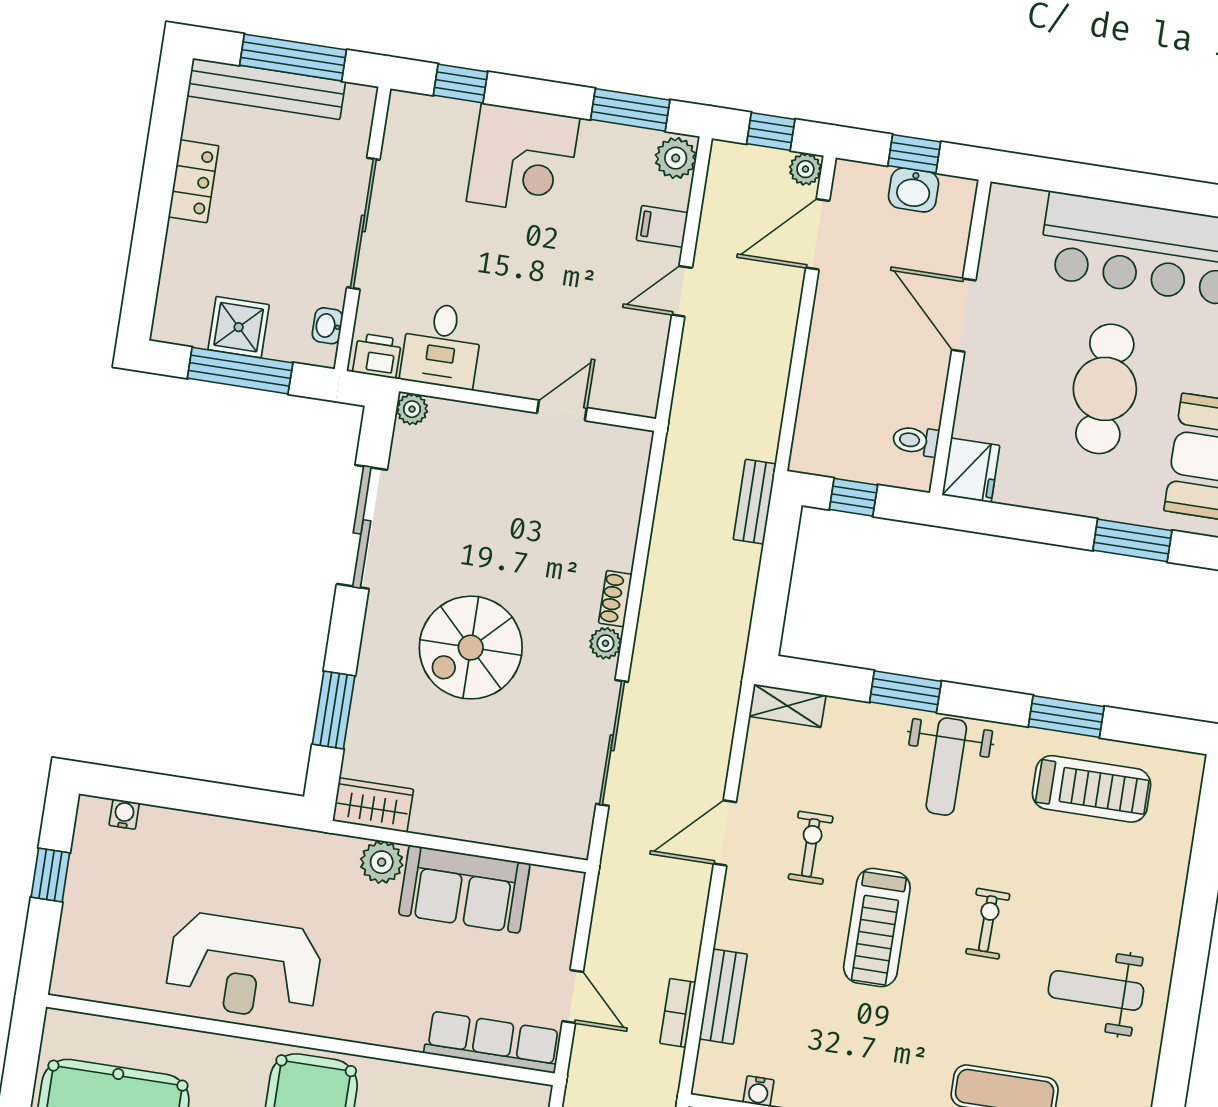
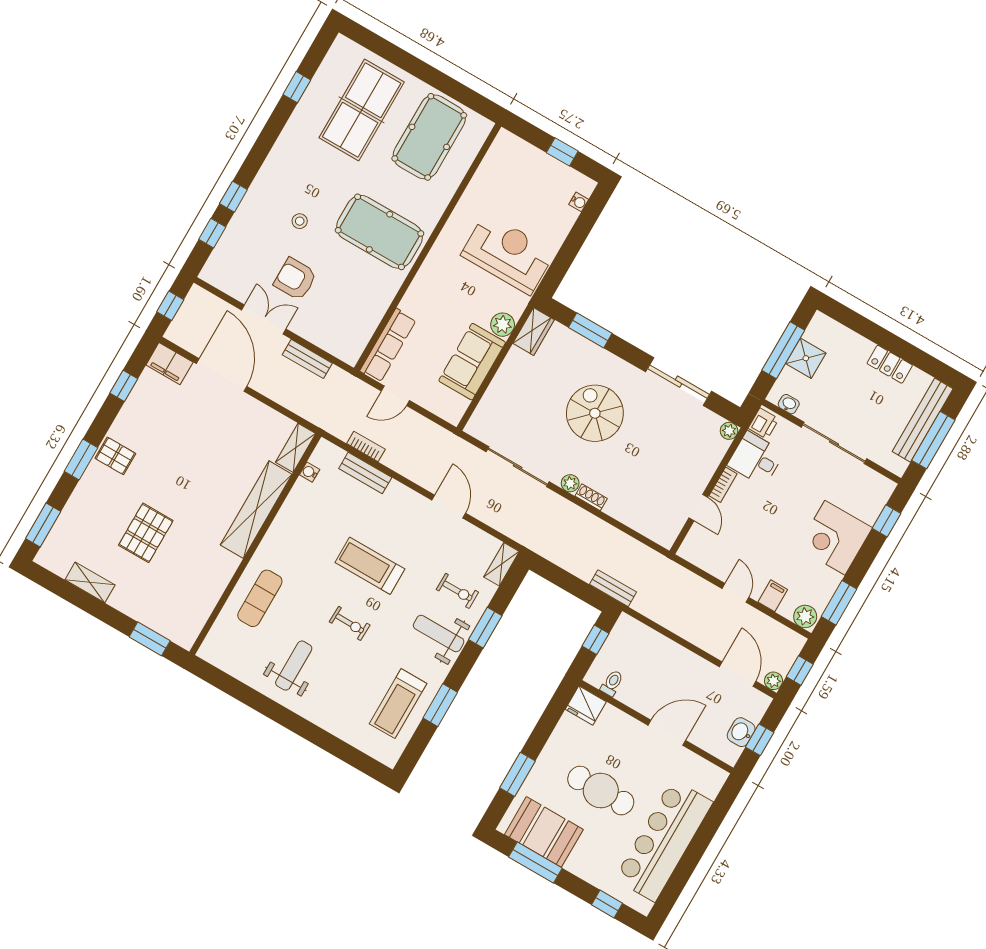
bookcase: (507, 384) -> (723, 485), added
exercise bike: (811, 848) -> (457, 591), moved
reception desk: (244, 967) -> (508, 254), moved, turned 90

